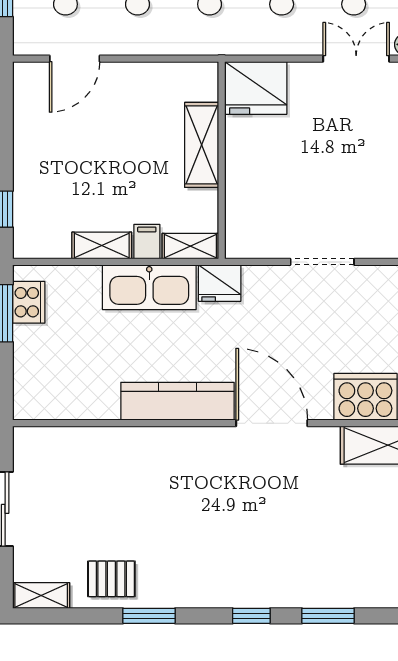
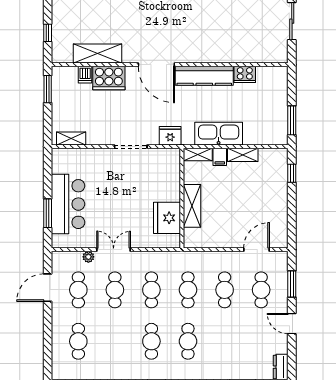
double door: (356, 59) -> (114, 250), swing flipped
fridge: (256, 88) -> (167, 218), moved, turned -90
fridge: (220, 283) -> (170, 136), moved
cooker: (29, 302) -> (245, 74), moved, turned -90

